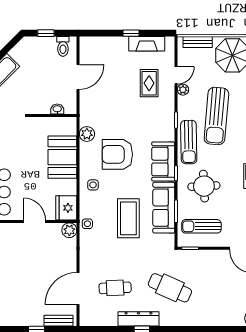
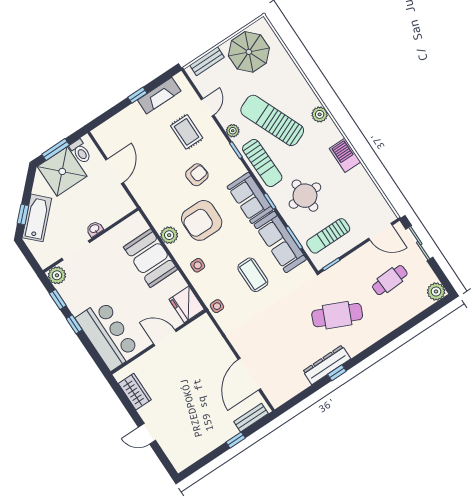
window: (46, 33) -> (56, 150), width x1.50
shower: (40, 52) -> (62, 171), added
plant: (183, 90) -> (233, 131), moved
washbasin: (57, 109) -> (95, 229), moved
sun lounger: (216, 116) -> (272, 120), turned 152
armchair: (136, 119) -> (197, 175), added
plant: (87, 134) -> (169, 235), moved
coffee table: (128, 218) -> (253, 275), width x0.73, depth x0.76
plant: (69, 230) -> (204, 324), removed
cafe table: (115, 288) -> (390, 280), moved

